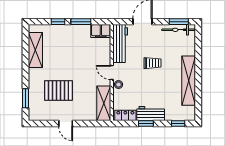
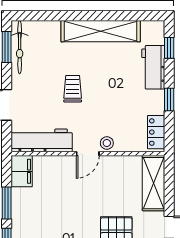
shelving: (104, 103) -> (153, 183), moved, turned 90
workbench: (151, 114) -> (153, 67), moved

